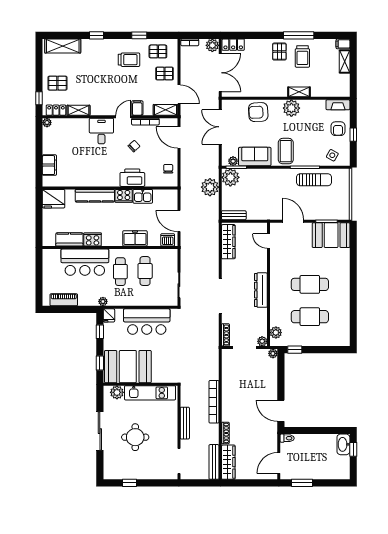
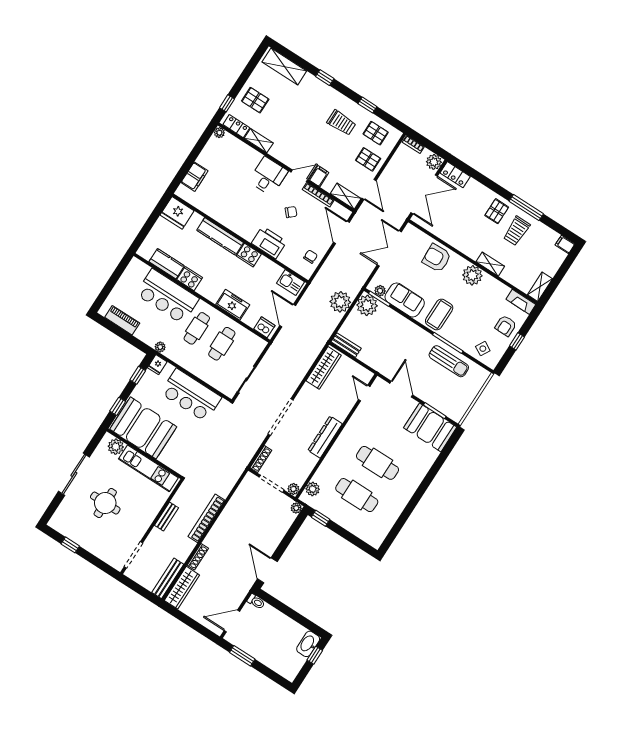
shelving: (345, 62) -> (540, 287), moved
kitchen sink: (143, 196) -> (290, 283), moved
bench: (185, 423) -> (166, 517), width x0.73

